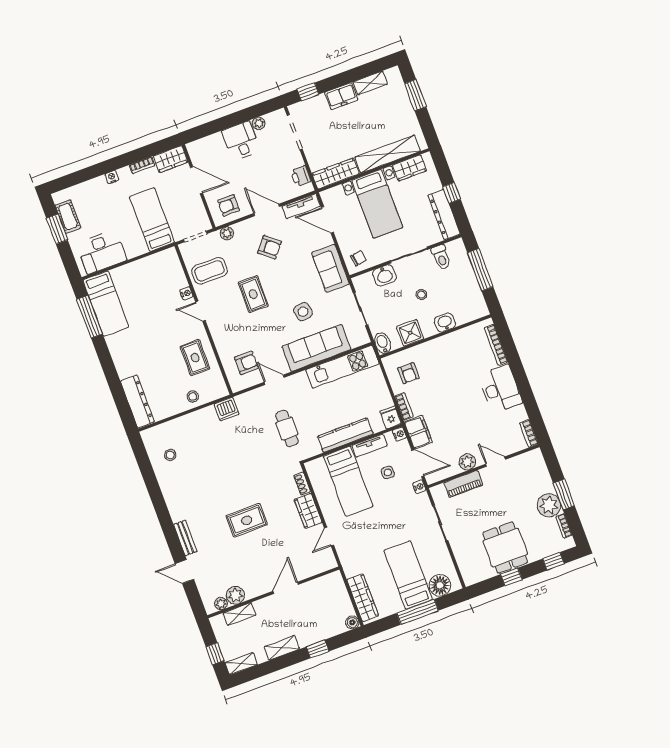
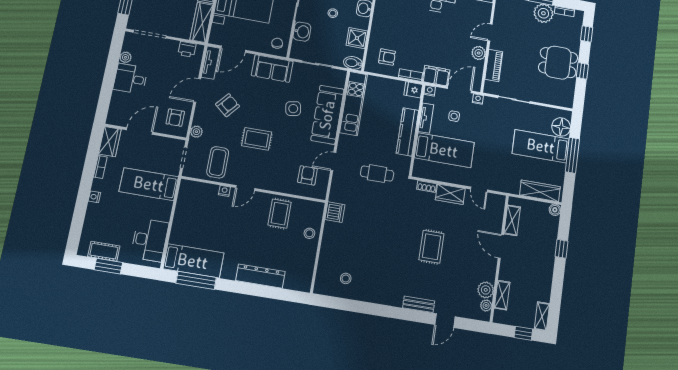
rug: (195, 358) -> (280, 214), turned 90
dresser: (137, 401) -> (260, 276), moved
shelving: (282, 648) -> (512, 220), moved

